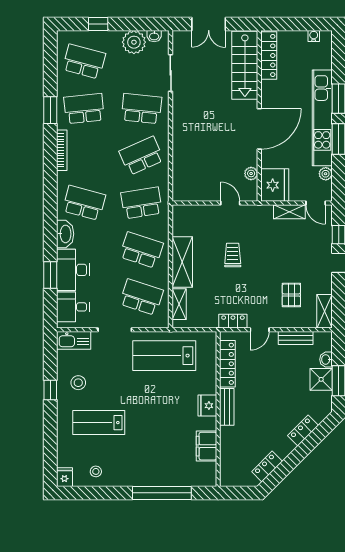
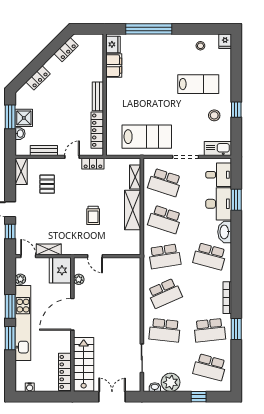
fridge: (207, 406) -> (113, 44), moved

